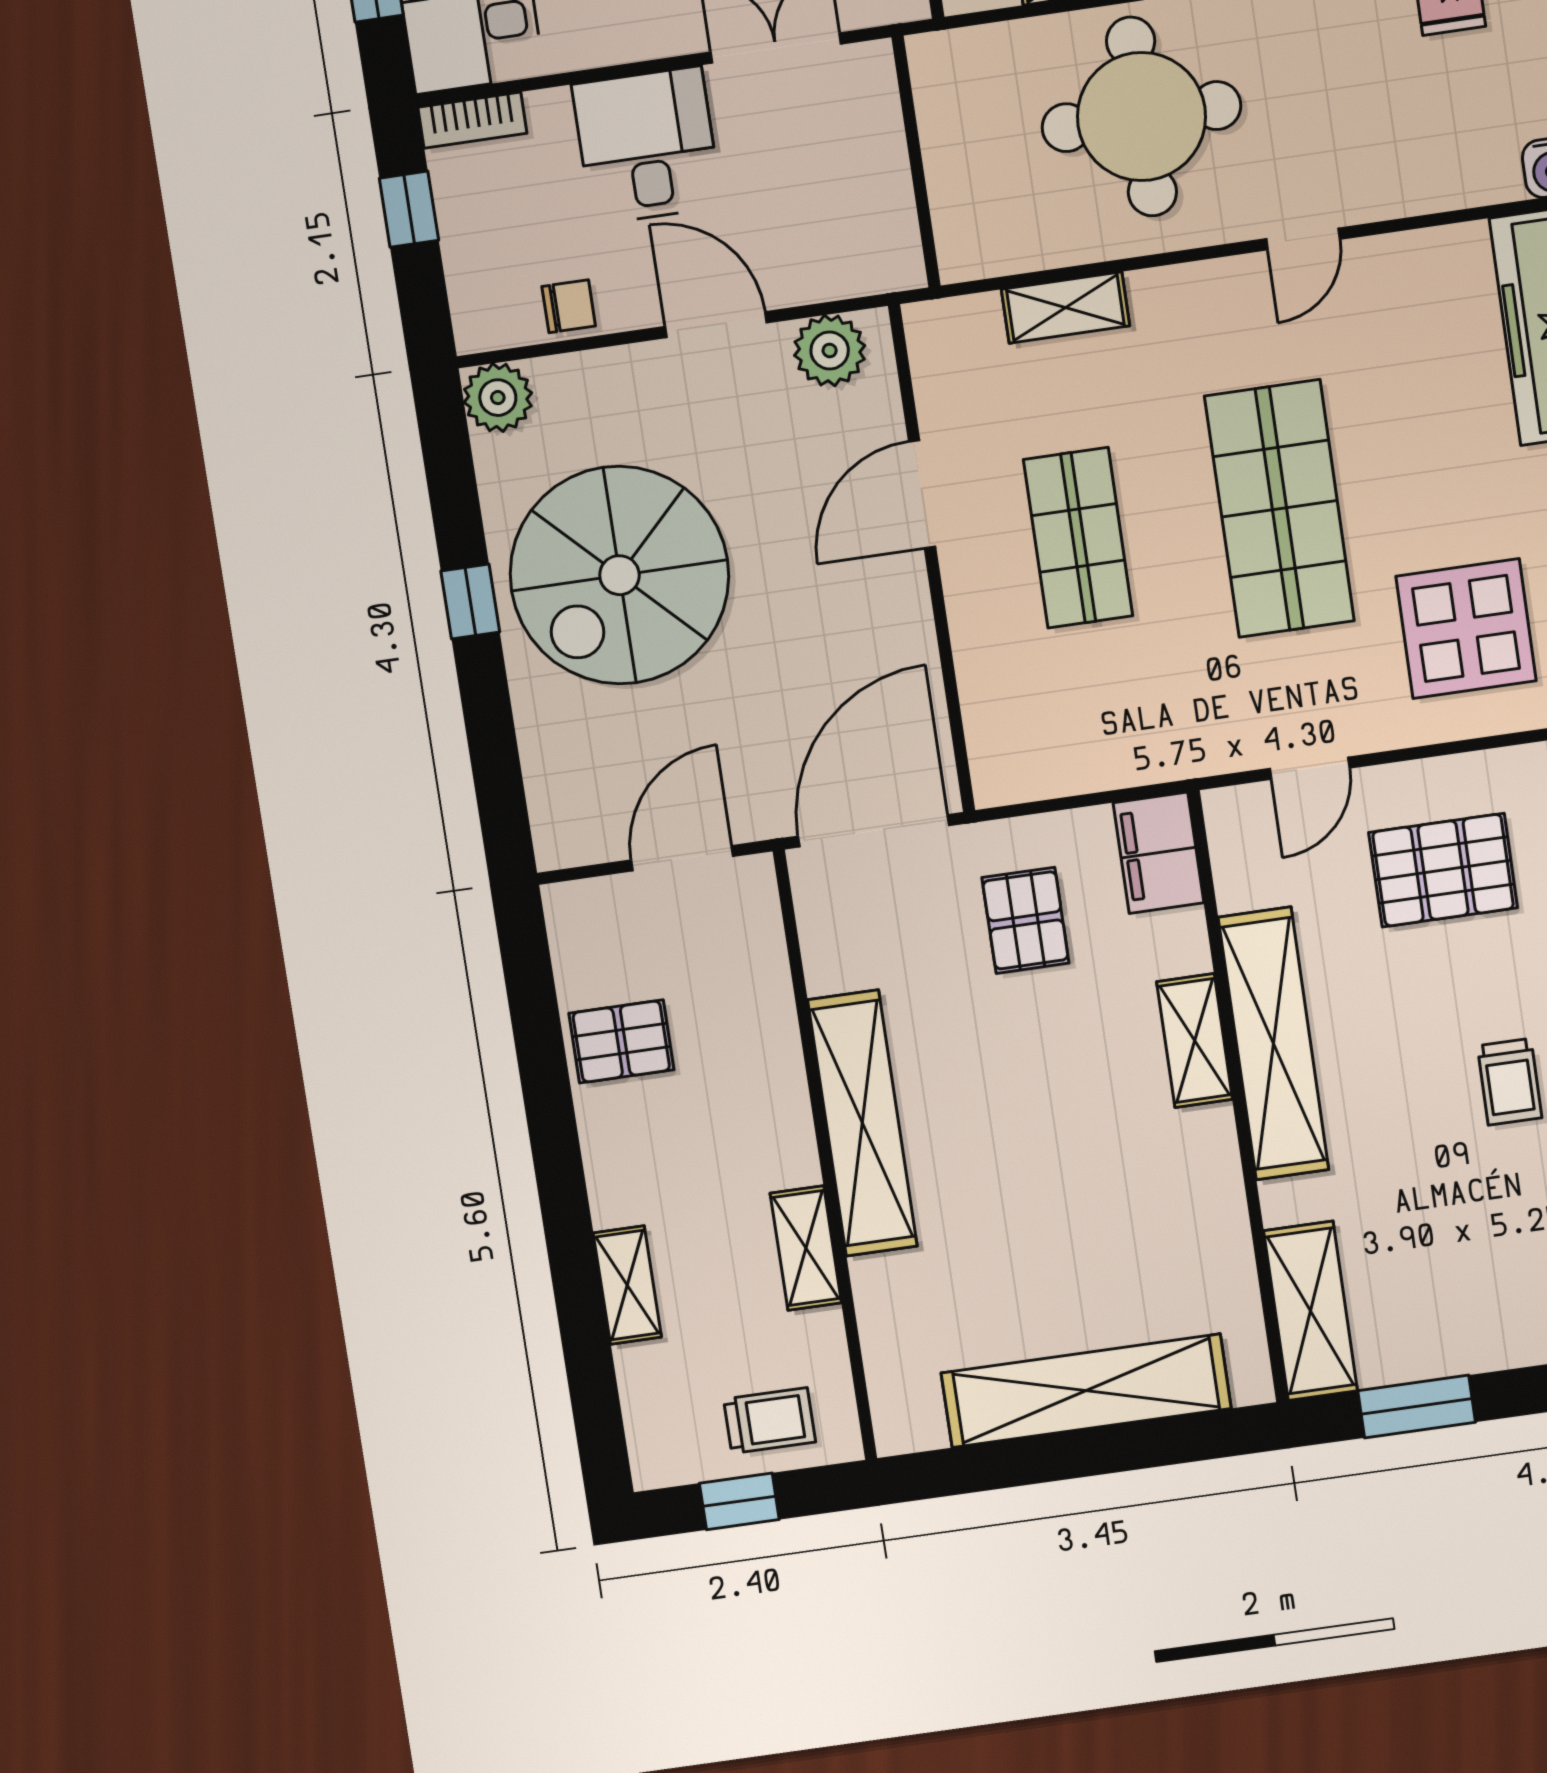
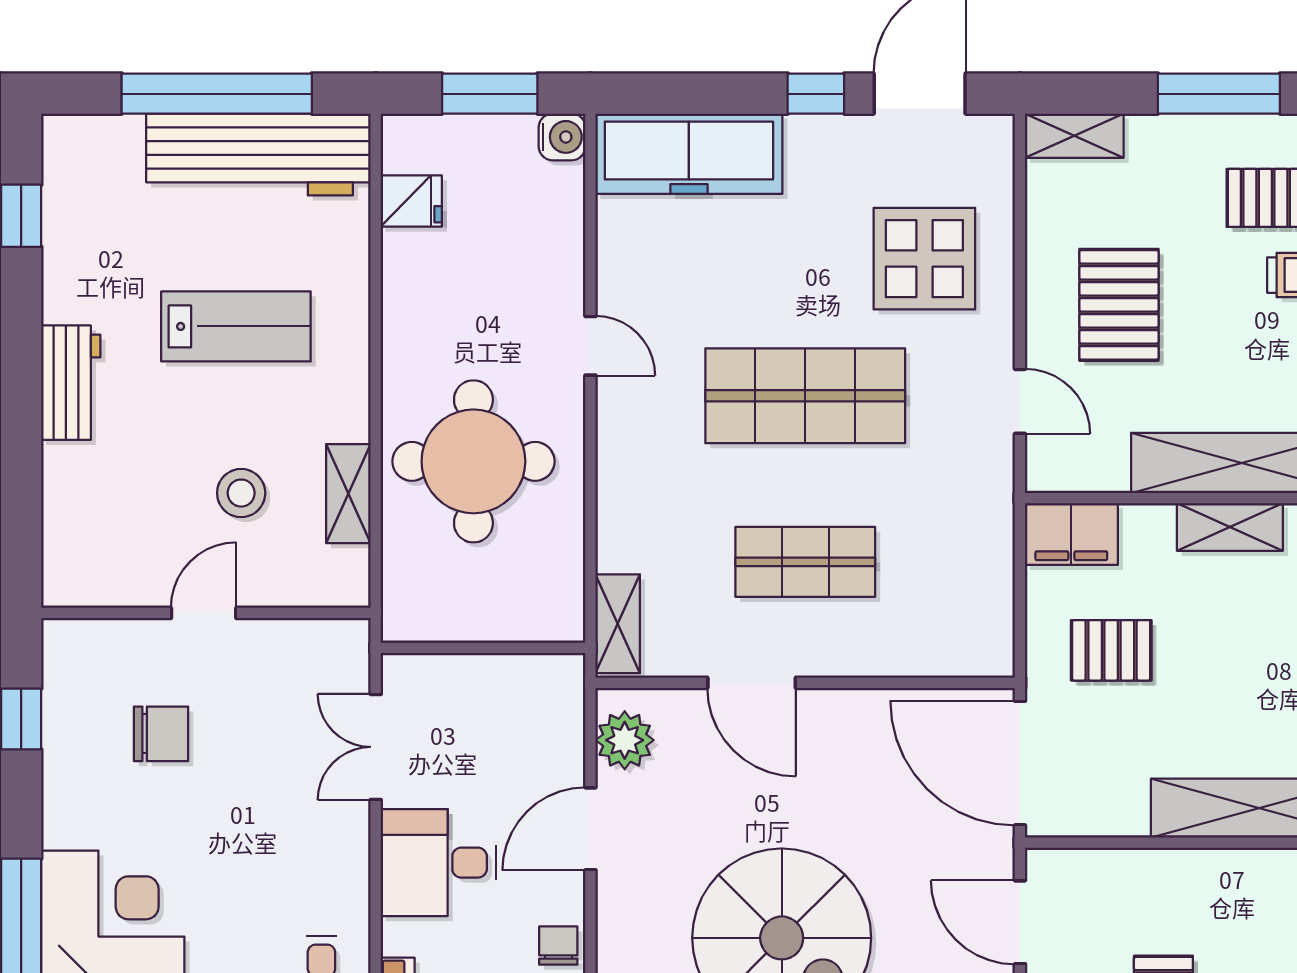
shelving: (1065, 308) -> (618, 624), moved

